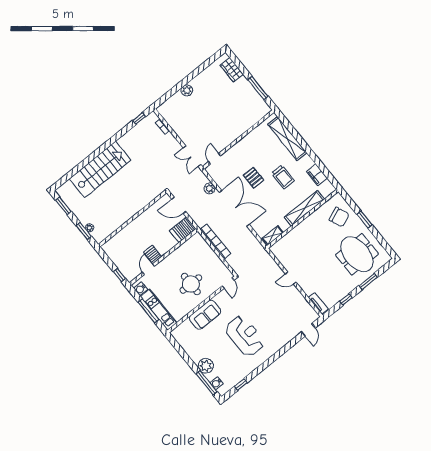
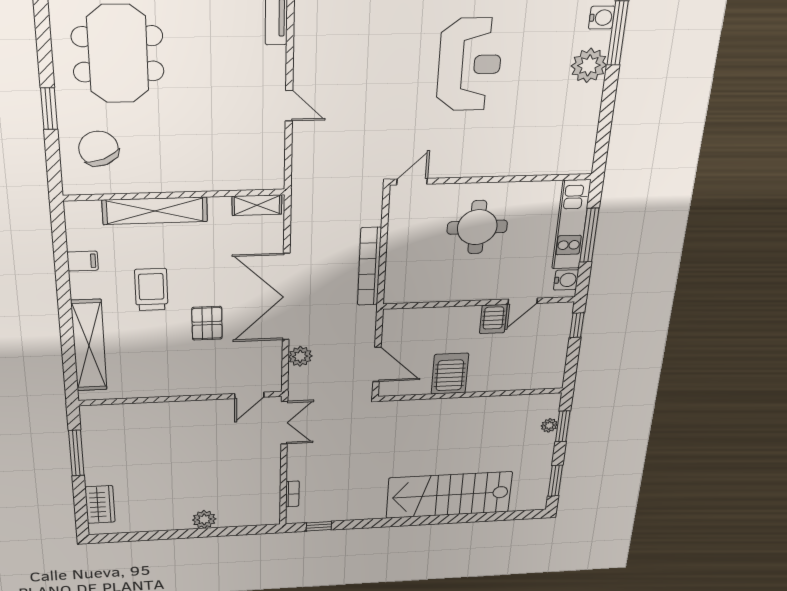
filing cabinet: (317, 175) -> (83, 261), width x0.50
server rack: (183, 230) -> (450, 374), moved, turned -90
sofa: (205, 315) -> (503, 157), removed
reception desk: (245, 336) -> (470, 65), turned 180

